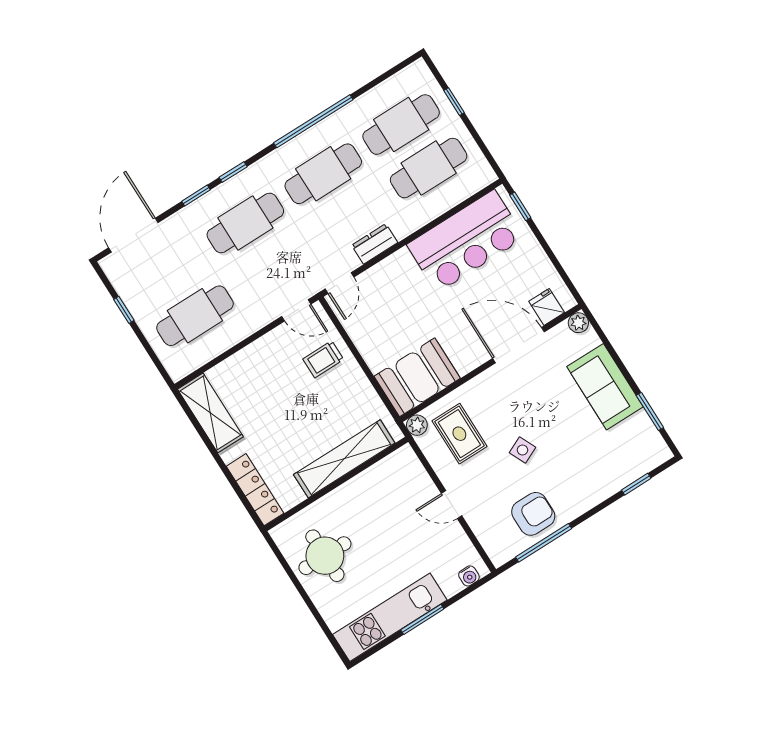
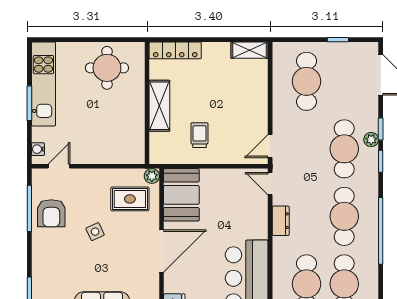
plant: (215, 199) -> (371, 140), added
door: (519, 345) -> (162, 251), moved
trolley: (323, 359) -> (199, 135), moved
shelving: (210, 413) -> (250, 50), width x0.67, depth x0.75
shelving: (344, 459) -> (159, 106), width x0.68
door: (452, 505) -> (59, 166), moved

